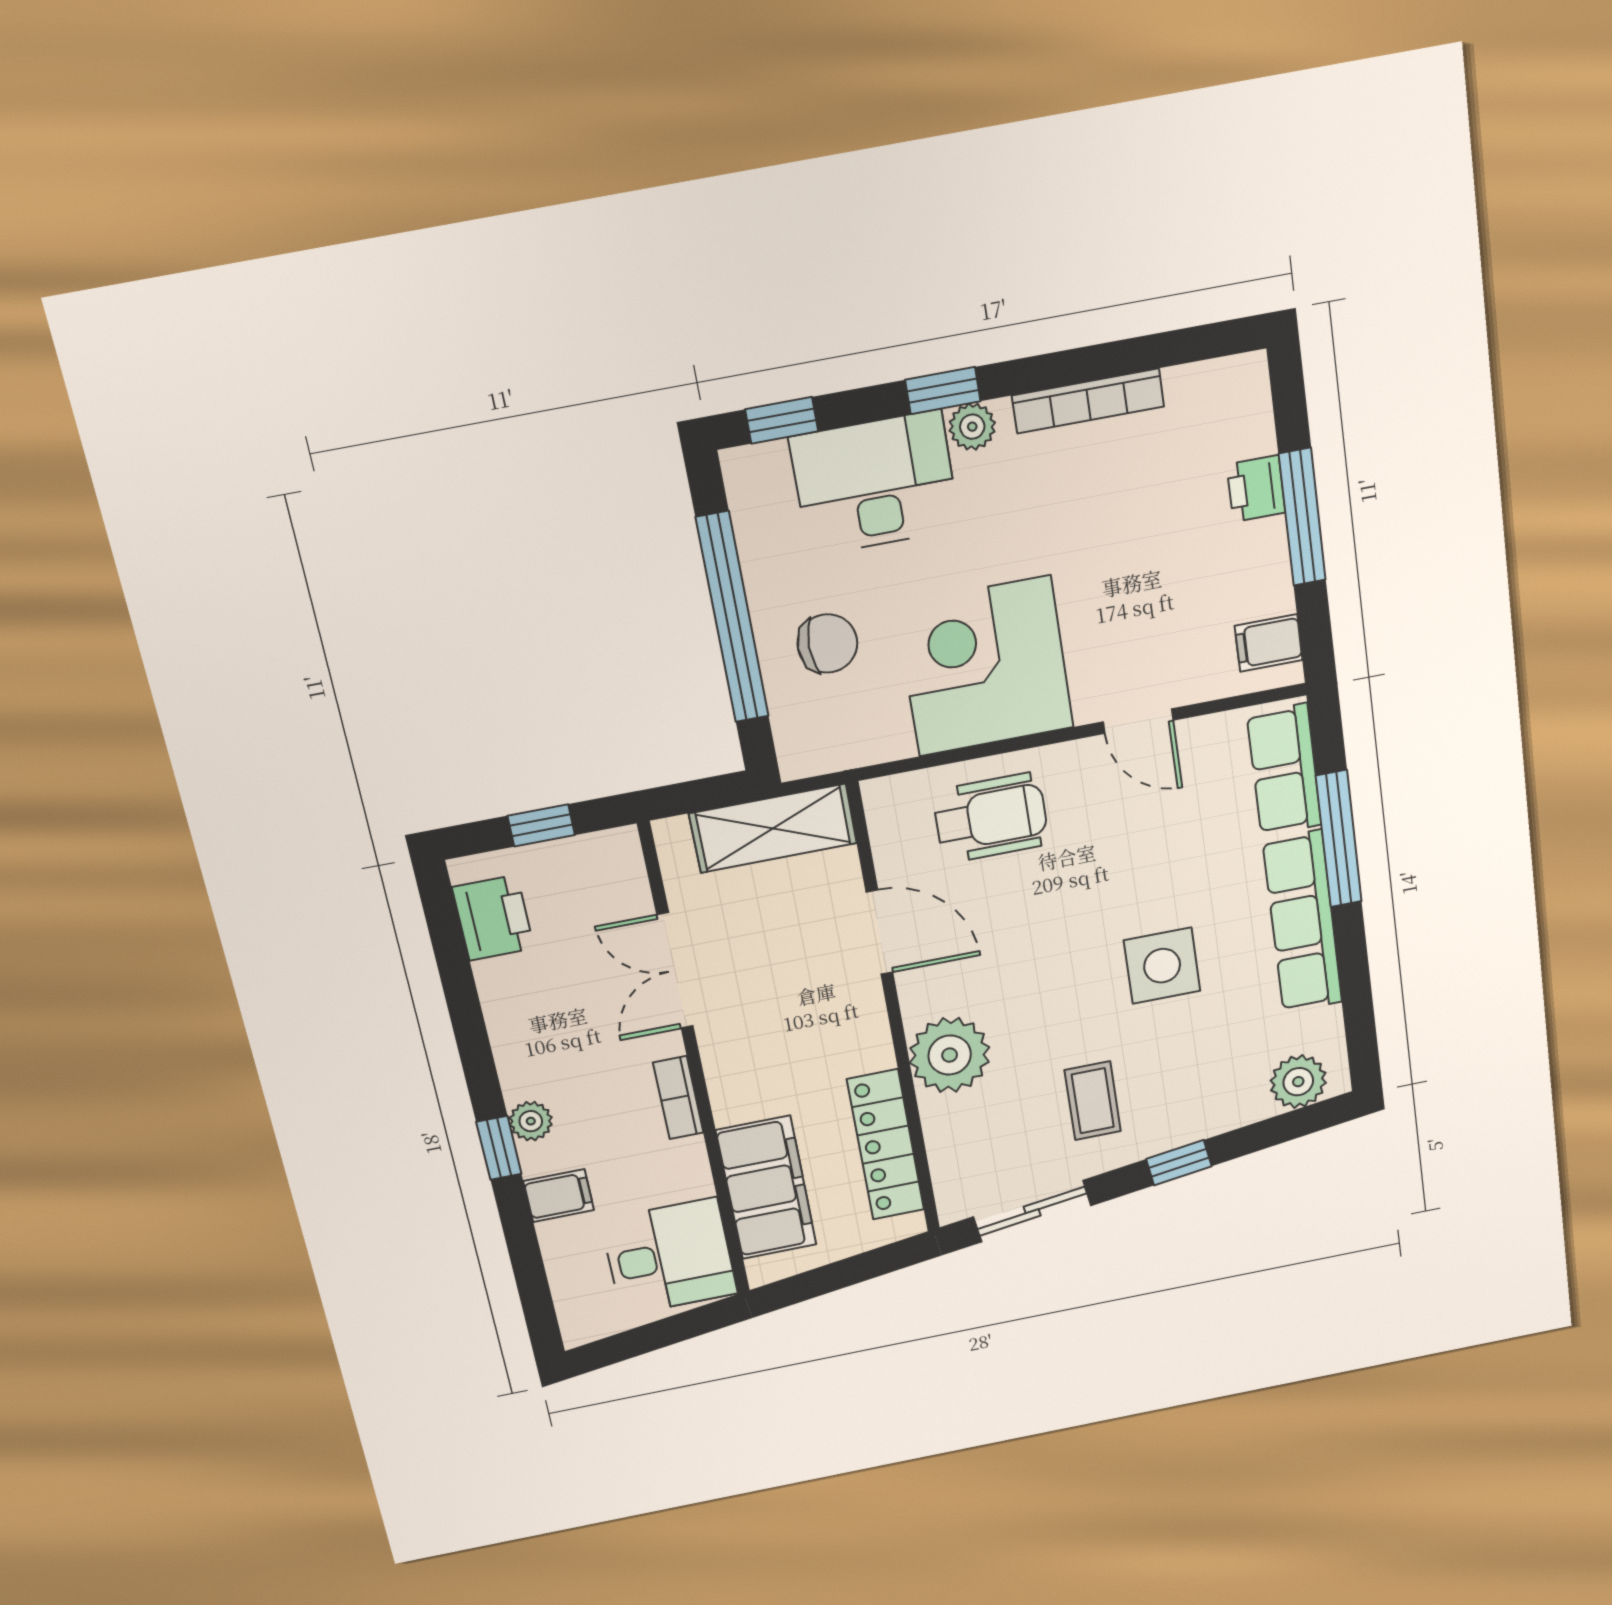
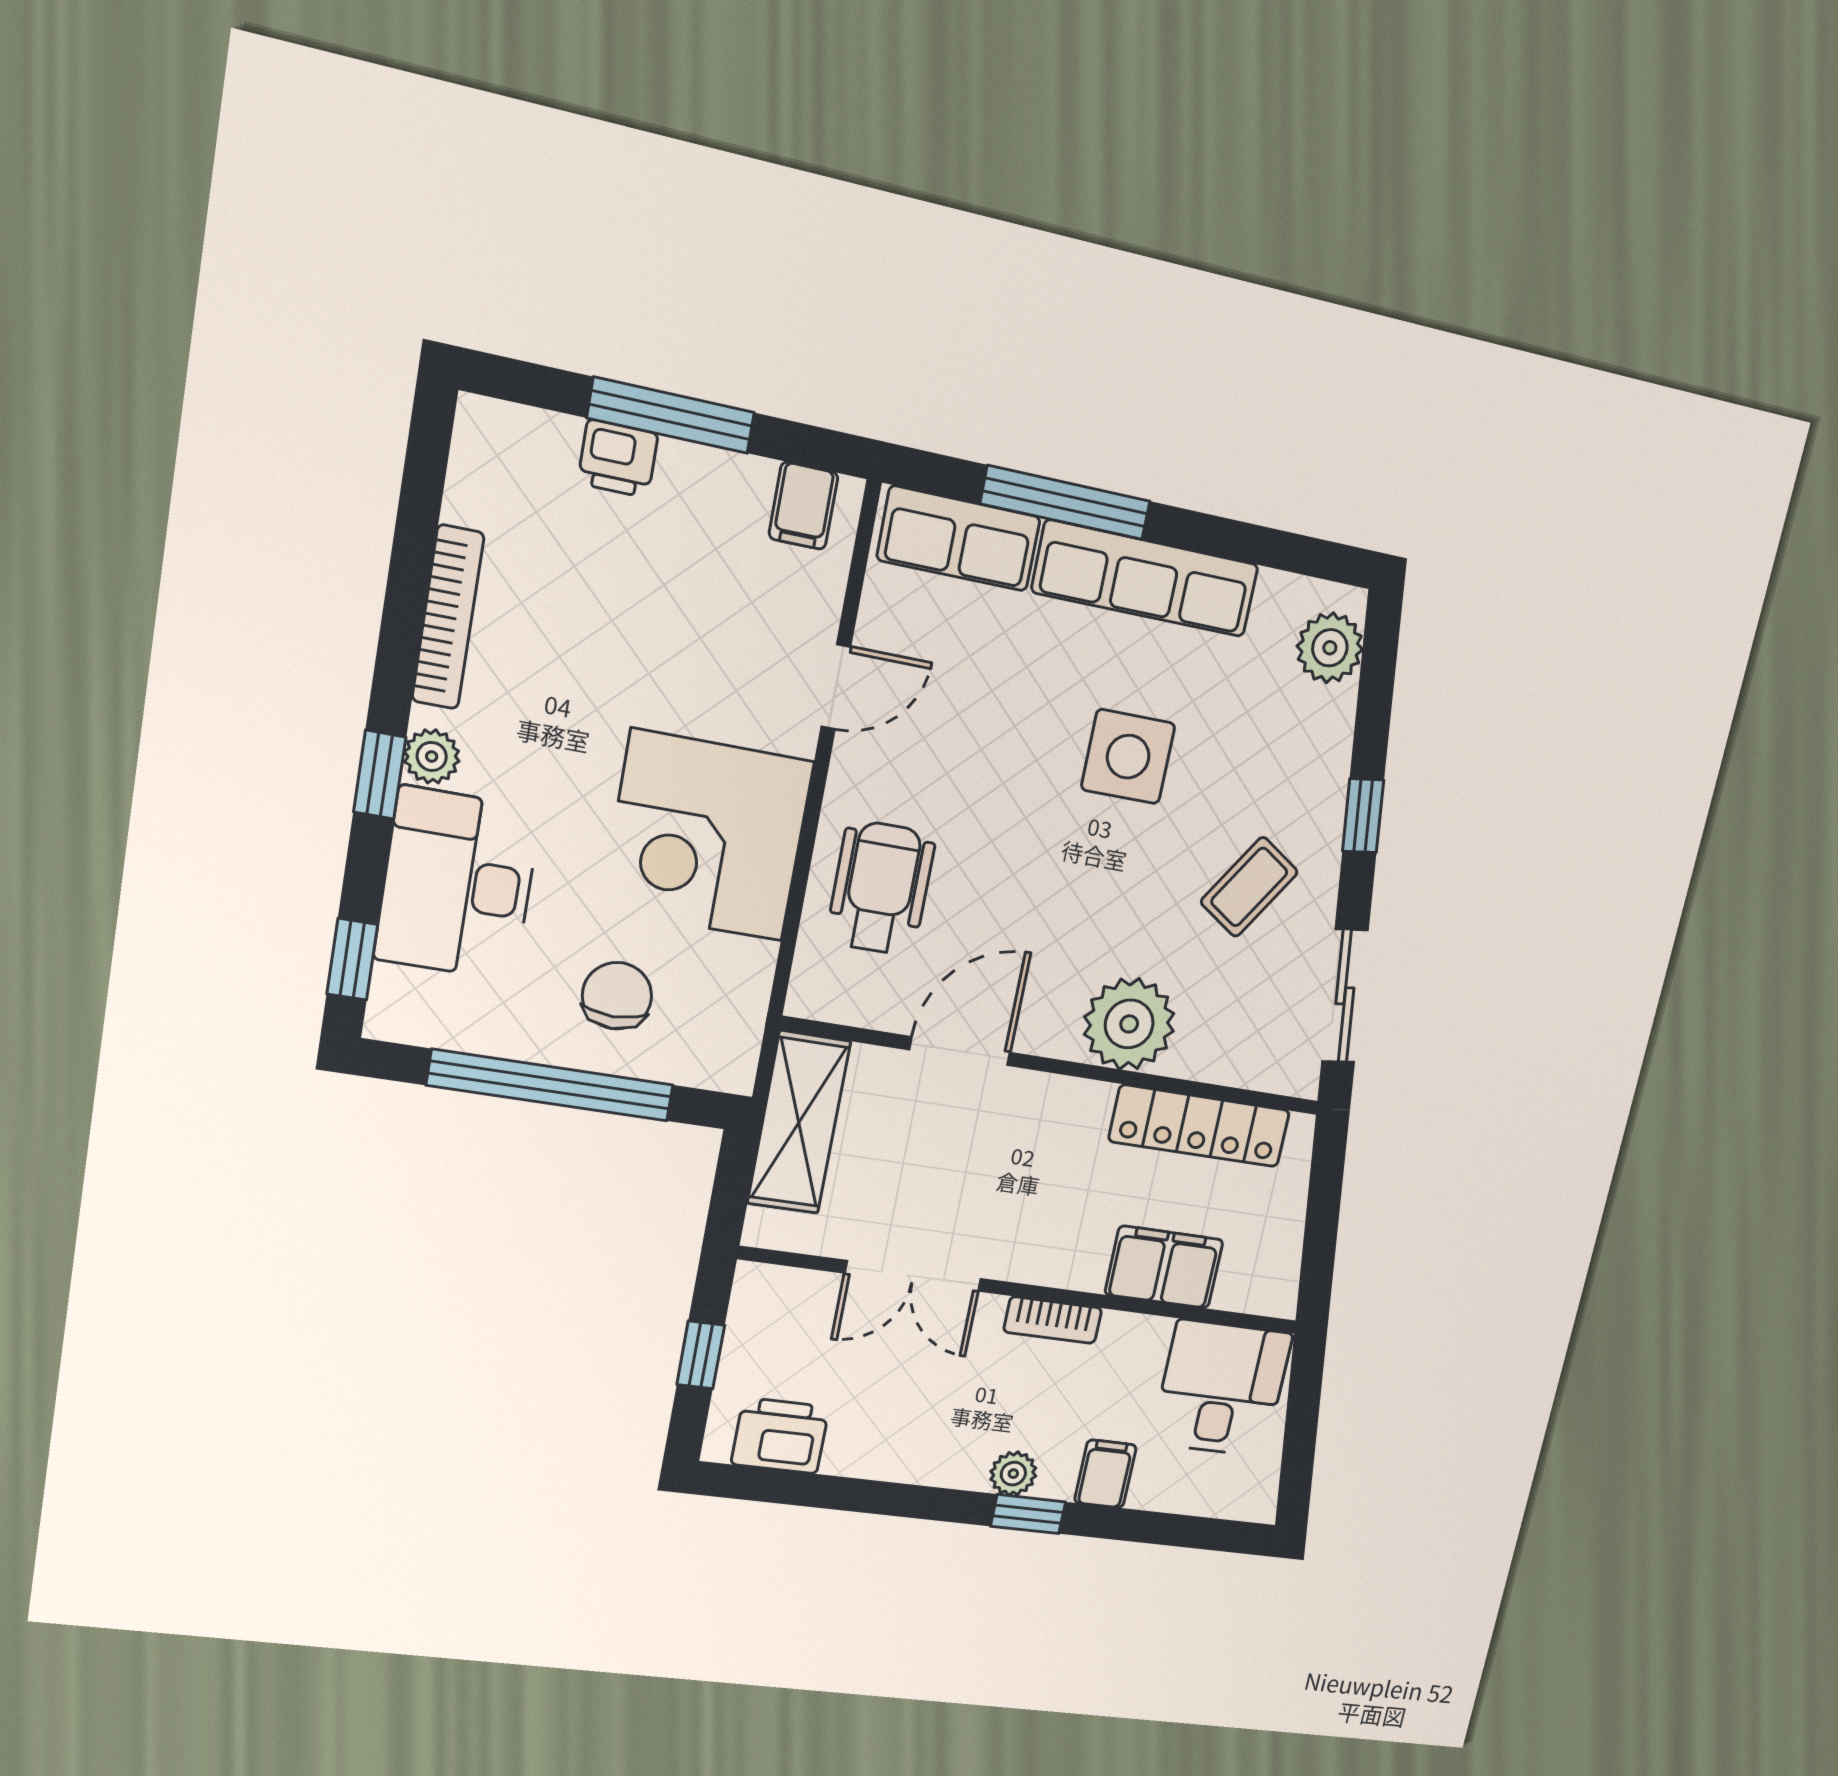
coffee table: (1093, 1101) -> (1249, 887), turned -57
filing cabinet: (766, 1188) -> (1164, 1267), width x0.67, depth x0.86

